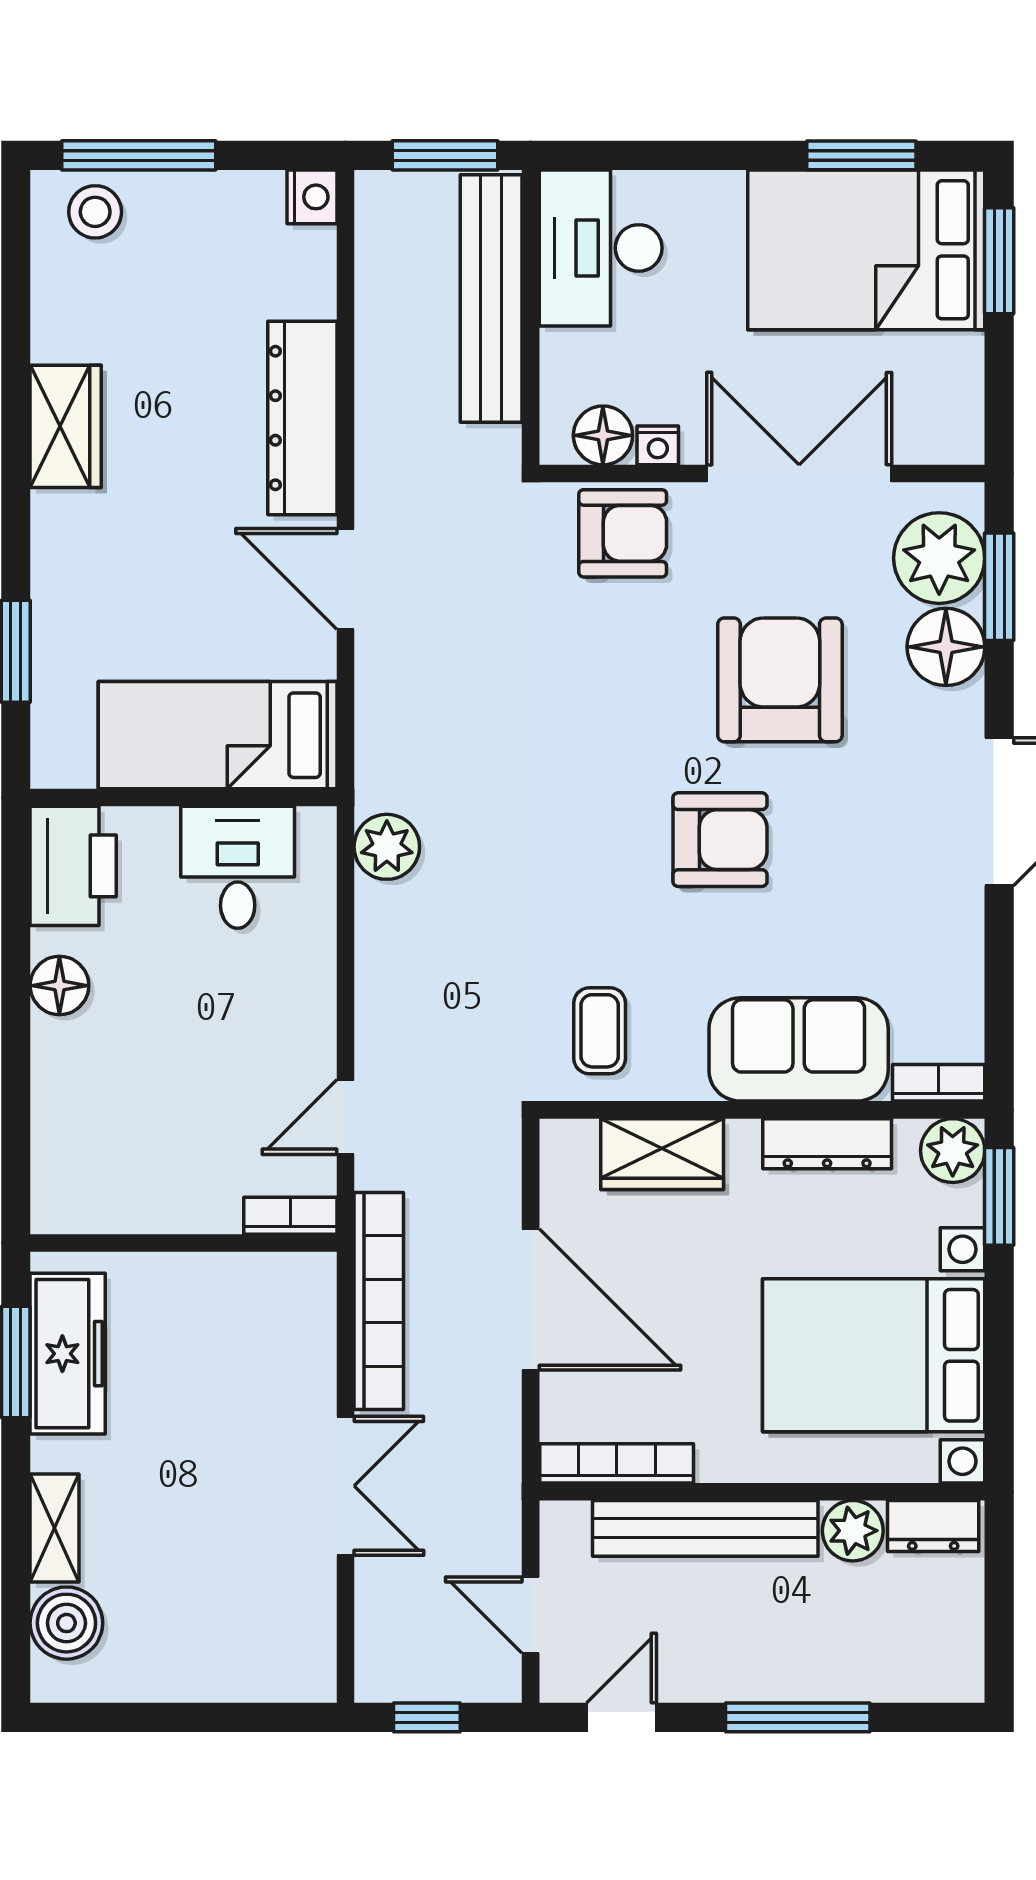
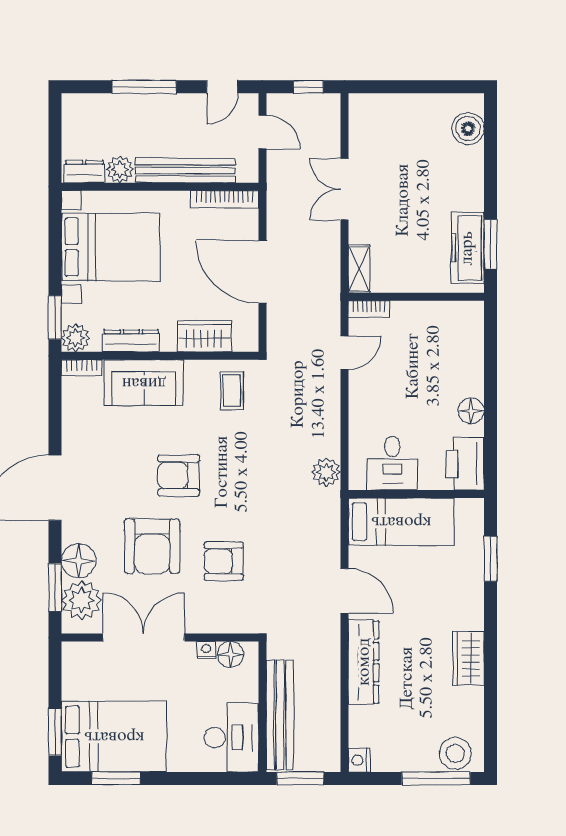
stool: (95, 212) -> (455, 753), width x1.38, depth x1.38
double door: (799, 474) -> (144, 638), swing flipped
armchair: (623, 533) -> (224, 561), moved
bookcase: (379, 1301) -> (330, 271), removed
shelving: (55, 1528) -> (359, 269), moved

